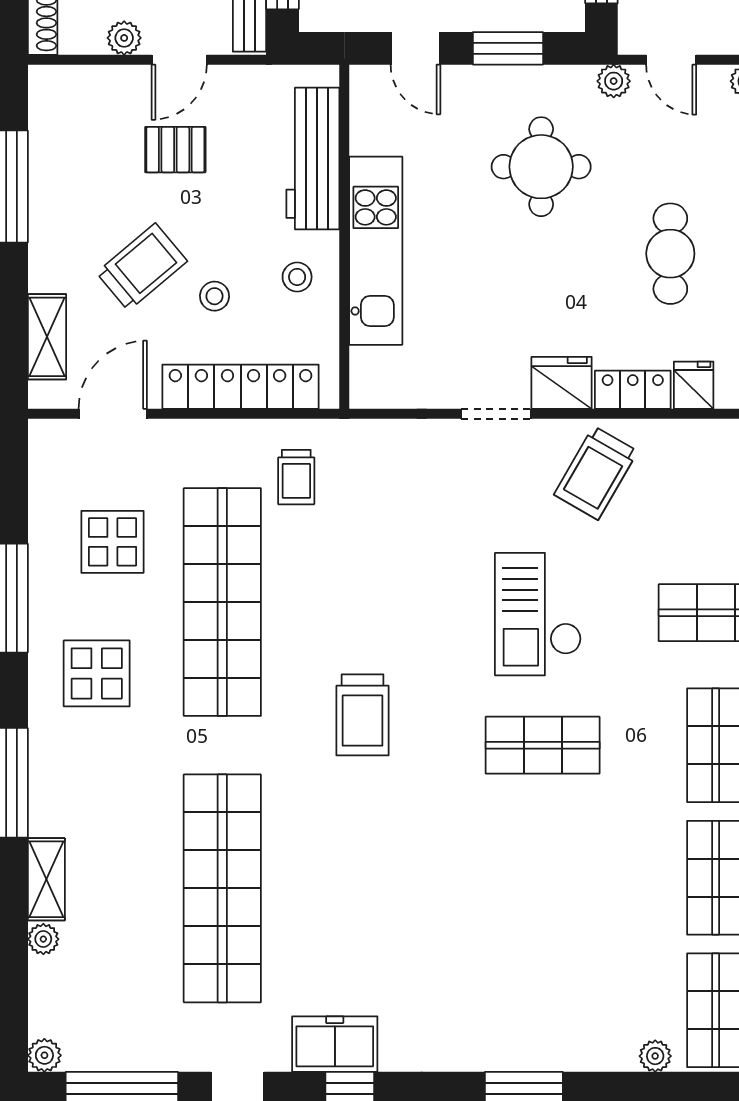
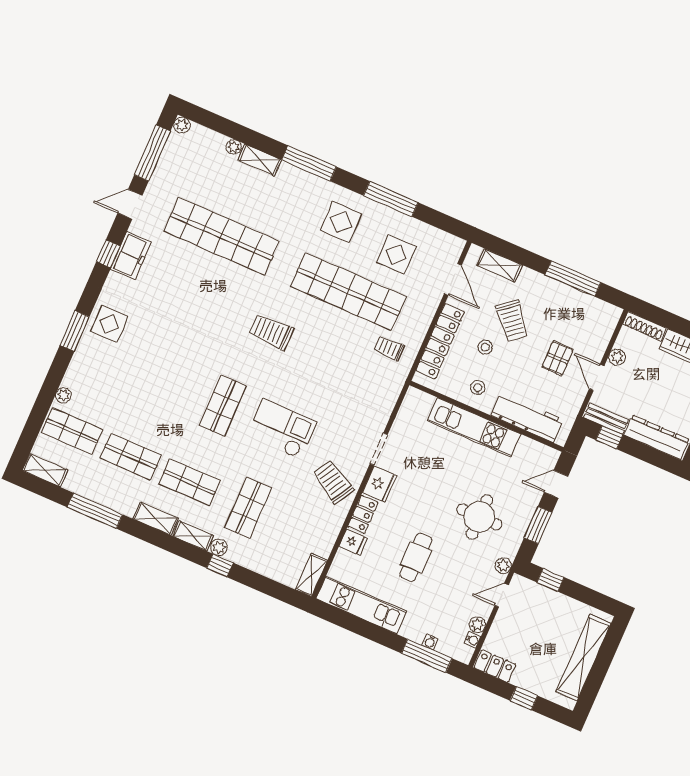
cafe table: (670, 254) -> (416, 557), turned 90
display table: (482, 1028) -> (109, 324), added

